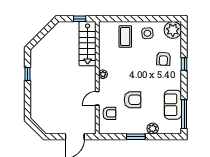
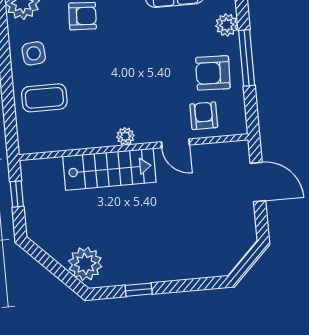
stairs: (88, 44) -> (109, 169), moved
plant: (43, 49) -> (85, 264), added
armchair: (132, 100) -> (213, 73), moved, turned -88
window: (136, 137) -> (247, 58), width x1.44

